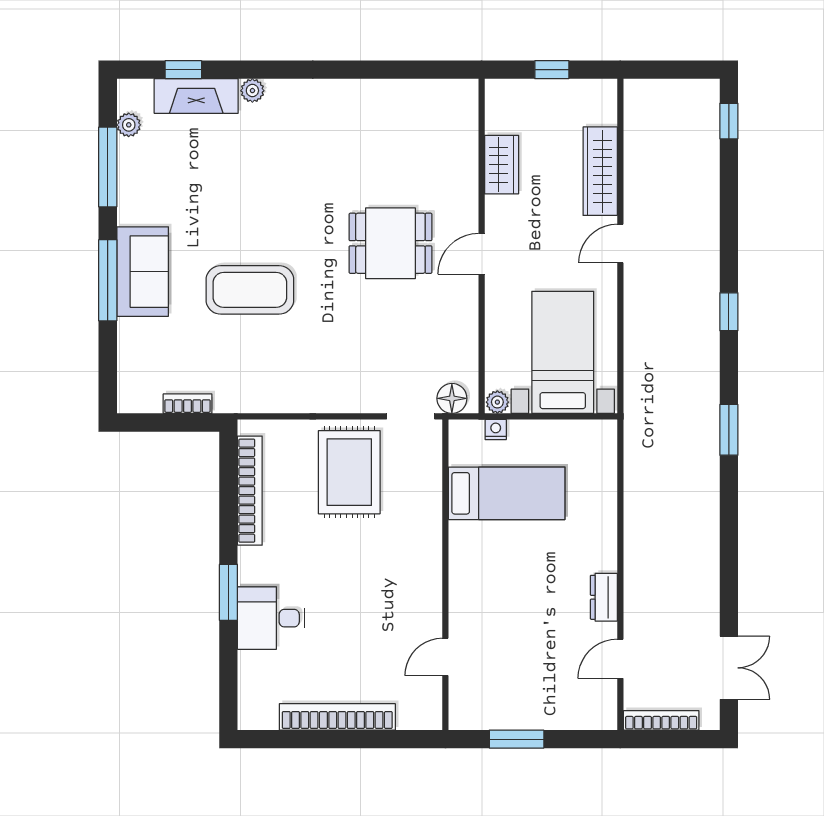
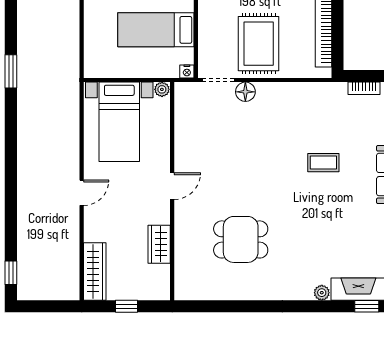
wardrobe: (600, 171) -> (95, 272), moved
dining table: (390, 243) -> (241, 239), moved
coffee table: (250, 290) -> (323, 163), width x0.54, depth x0.58
window: (729, 312) -> (11, 148), removed
floor lamp: (452, 398) -> (245, 92), moved
nightstand: (496, 430) -> (187, 71), moved

